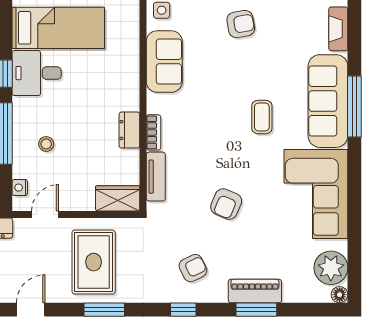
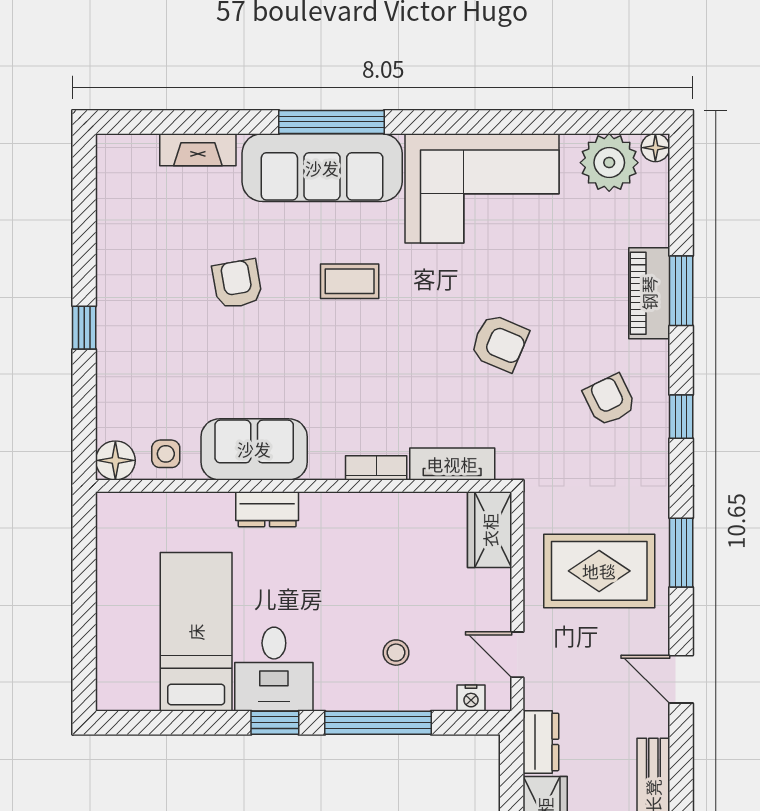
armchair: (241, 24) -> (237, 284), moved
dresser: (129, 130) -> (267, 509), moved

